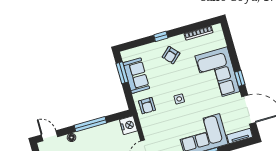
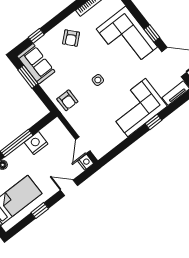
window: (161, 36) -> (36, 36), moved
sofa: (136, 76) -> (36, 64), moved
nightstand: (128, 125) -> (36, 143), moved, turned -90

